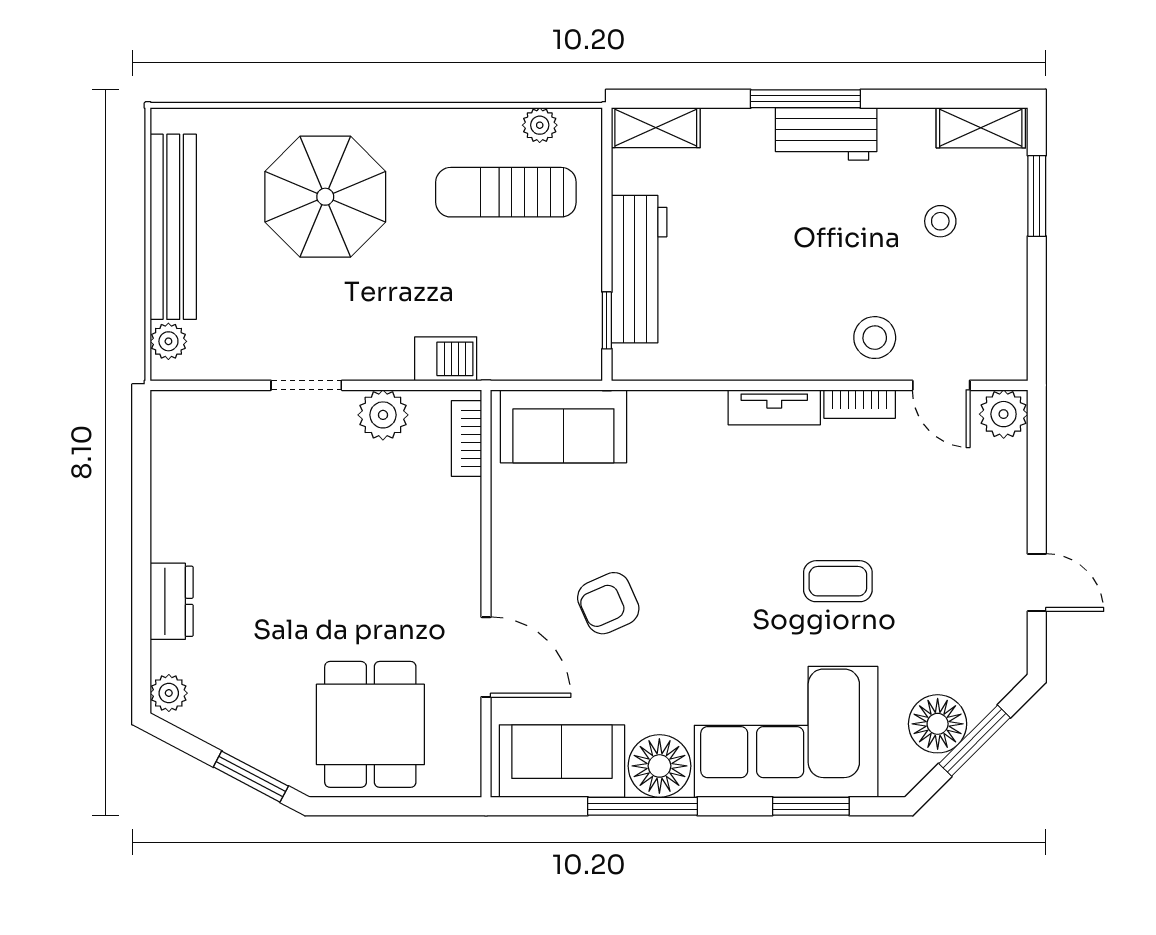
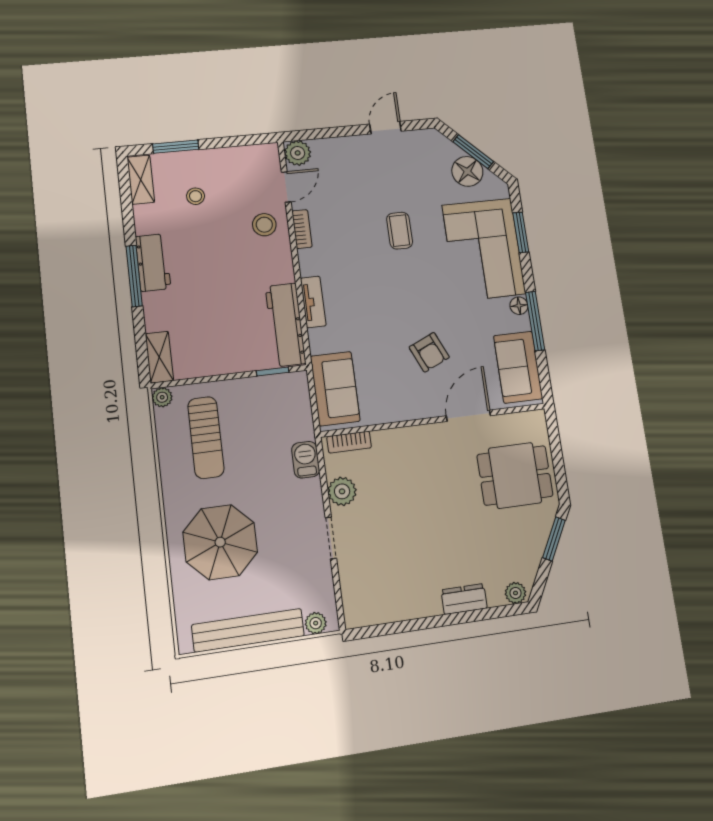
plant: (540, 125) -> (162, 397), moved
workbench: (639, 269) -> (286, 325), moved, turned -90
tv unit: (774, 407) -> (313, 302), moved
floor lamp: (659, 766) -> (519, 306), width x0.53, depth x0.53

